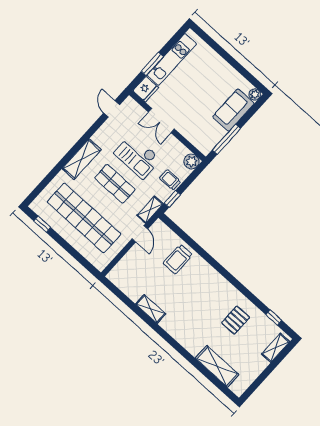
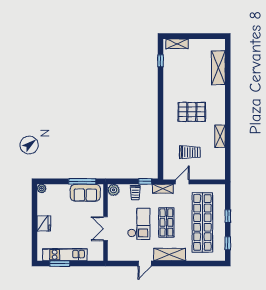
window: (152, 64) -> (60, 264), moved
fridge: (146, 89) -> (44, 223), moved, turned 90
door: (112, 109) -> (145, 264), moved
sofa: (233, 110) -> (85, 193), moved
double door: (161, 120) -> (105, 229), swing flipped
window: (68, 248) -> (228, 216), added
trolley: (178, 259) -> (190, 152), moved
pallet: (236, 320) -> (192, 112), moved, width x1.50, depth x1.42

